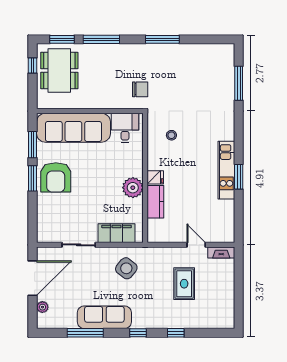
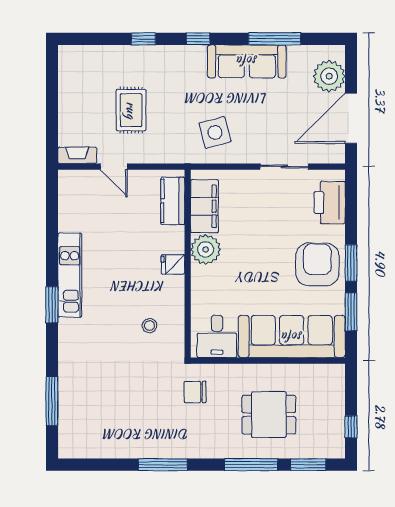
dining table: (59, 71) -> (269, 415), moved, width x0.73
window: (239, 177) -> (52, 305), moved
kitchen counter: (155, 202) -> (173, 201), moved
printer: (47, 220) -> (330, 203), added
filing cabinet: (117, 233) -> (204, 206), moved, turned -90
side table: (126, 268) -> (215, 132), turned 36
plant: (42, 307) -> (329, 76), width x1.88, depth x1.88

